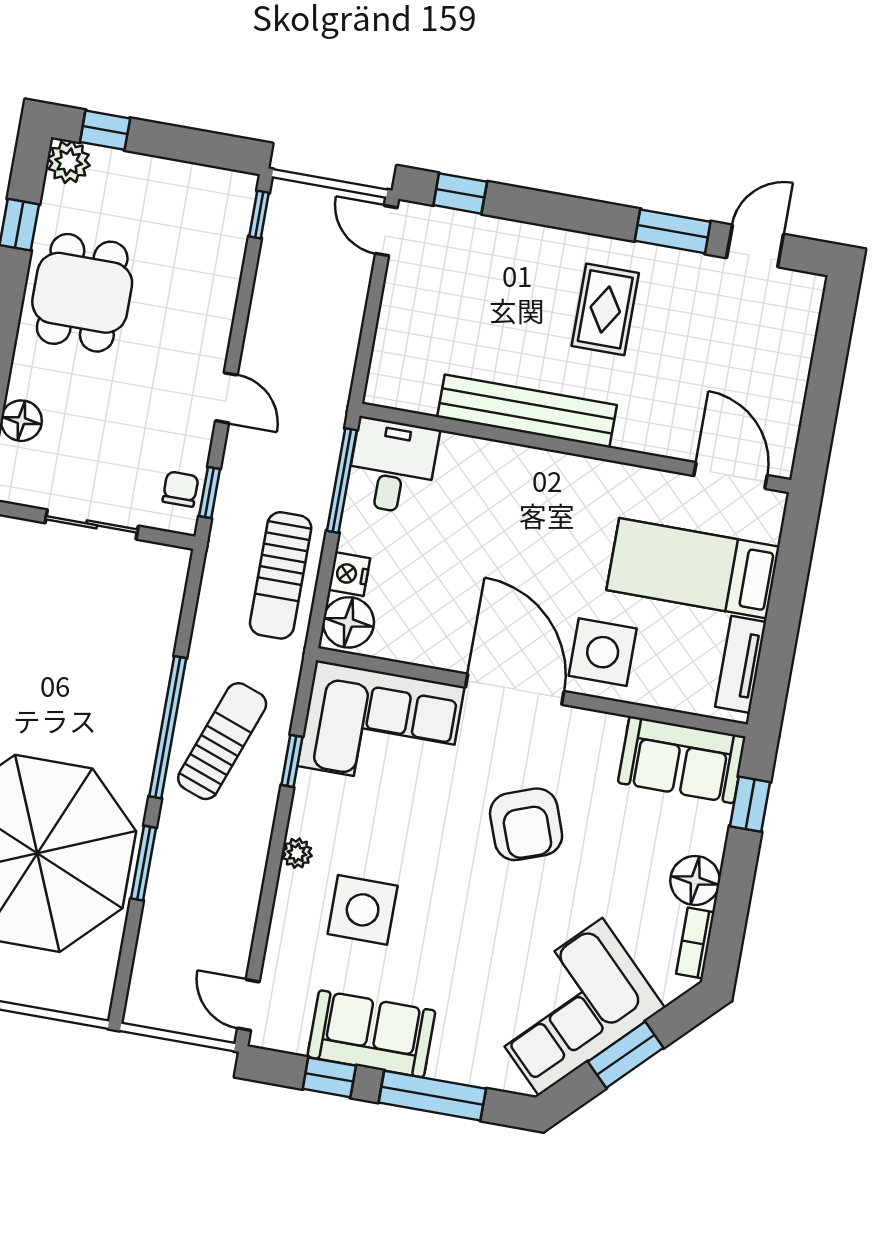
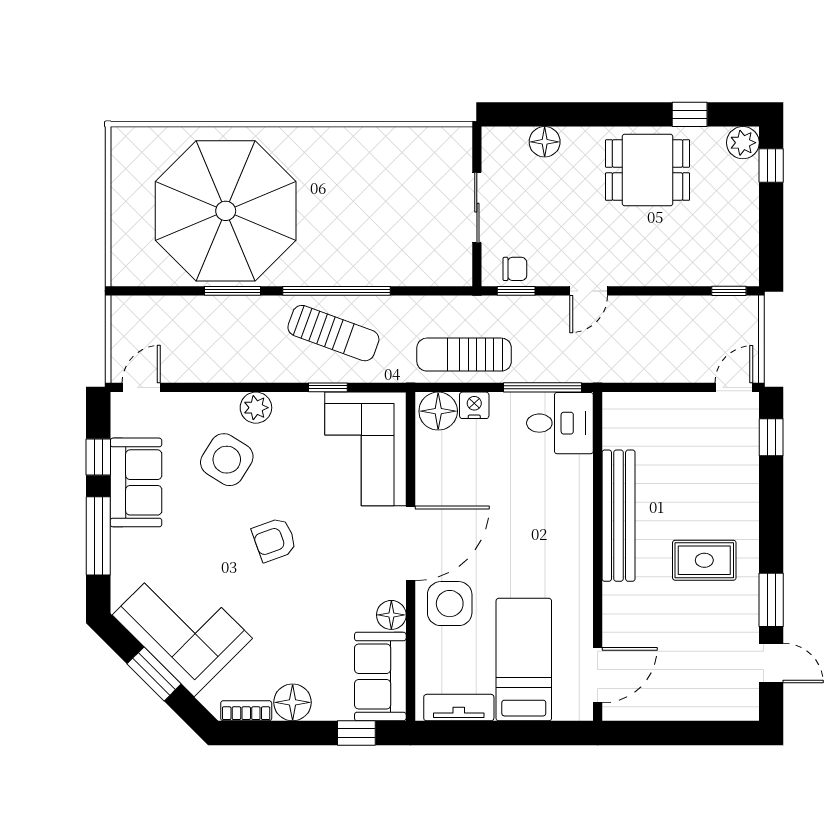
floor lamp: (604, 731) -> (391, 615), added
armchair: (526, 824) -> (274, 540), moved, width x0.72, depth x0.72
plant: (297, 853) -> (256, 408), width x1.38, depth x1.38
side table: (363, 910) -> (227, 460), turned 32

